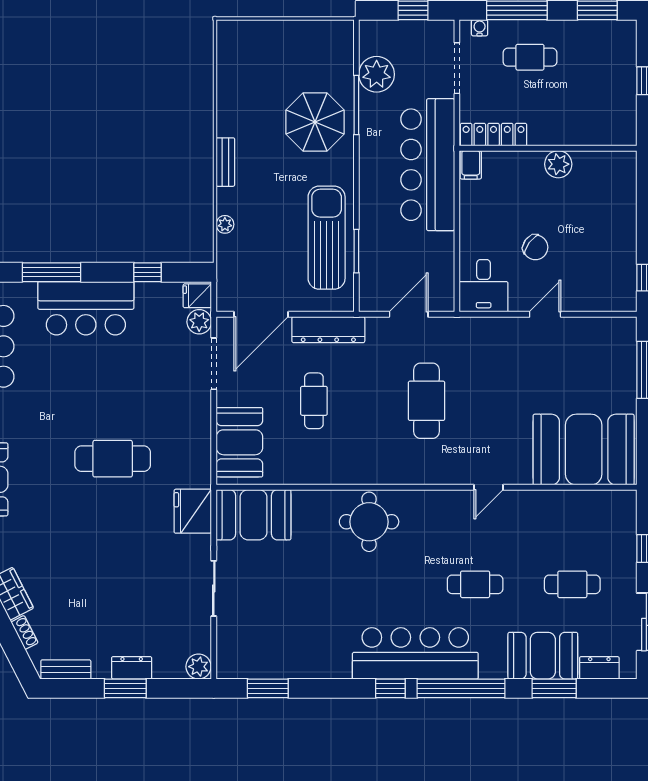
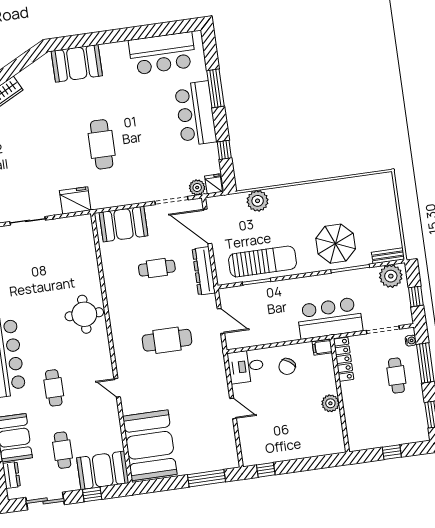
plant: (377, 74) -> (391, 276), moved
bench: (225, 162) -> (388, 256), moved
bar counter: (428, 165) -> (330, 318), width x0.73
plant: (225, 224) -> (258, 201), width x1.88, depth x1.88
chair: (535, 247) -> (287, 367), moved
booth: (254, 515) -> (103, 470), moved, turned 90

